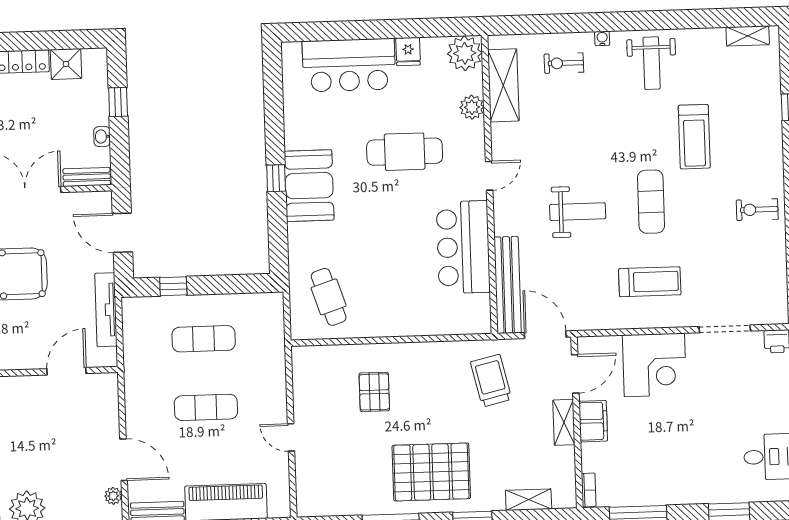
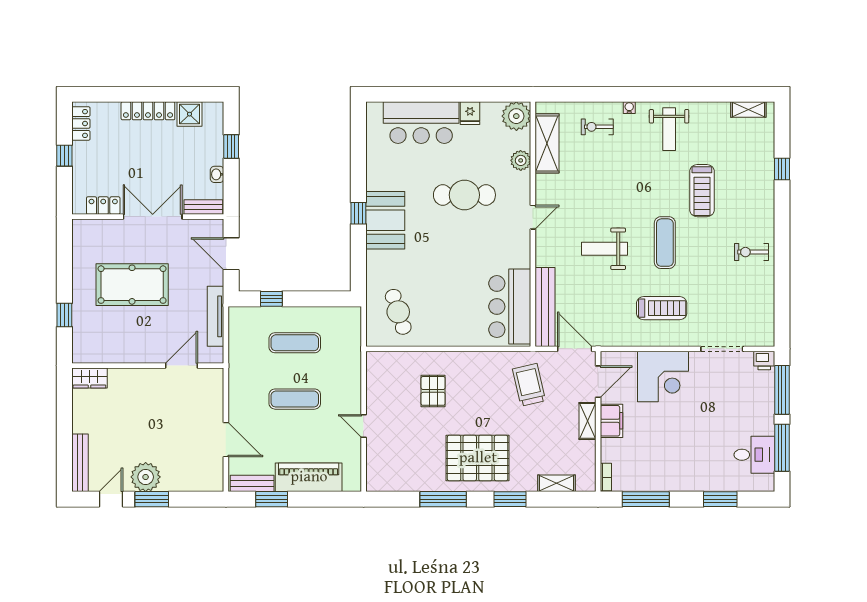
weight bench: (578, 212) -> (604, 249), turned 180
bar counter: (463, 247) -> (510, 307), moved
plant: (113, 496) -> (217, 469), removed

